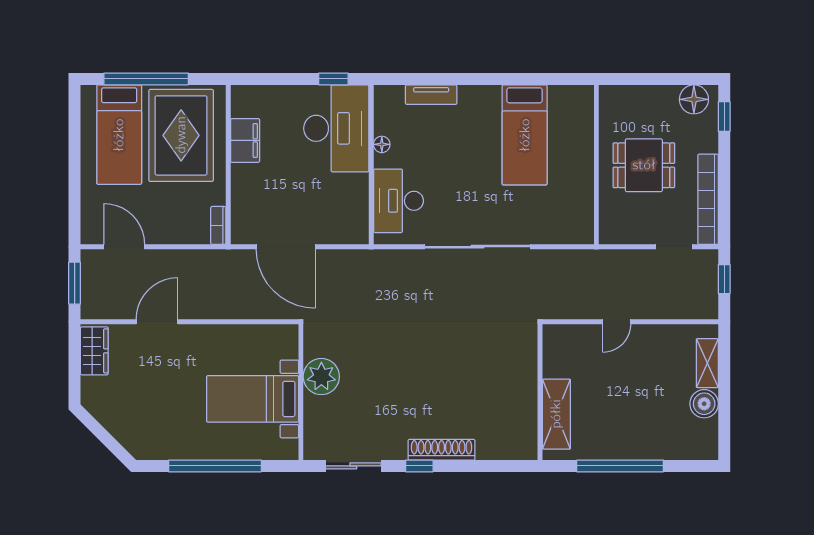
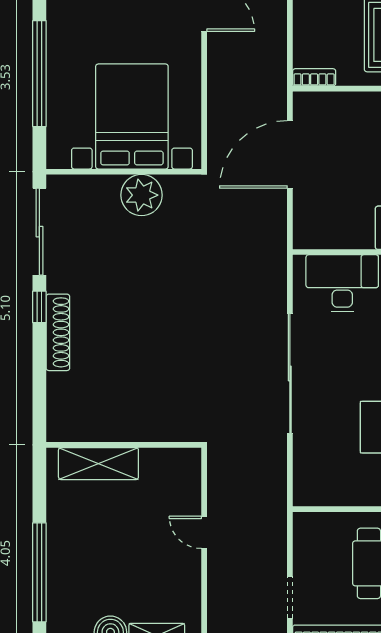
bed with nightstands: (253, 399) -> (132, 116), width x1.36
sliding door: (353, 466) -> (39, 232), width x1.37
window: (620, 466) -> (39, 572), moved

